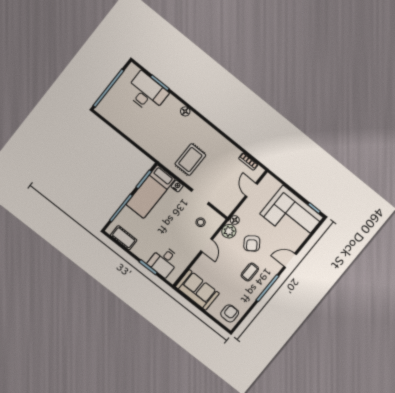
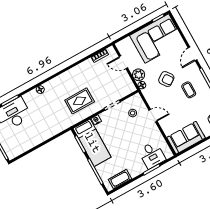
rug: (190, 160) -> (80, 101), turned 90
plant: (229, 231) -> (139, 75), moved

